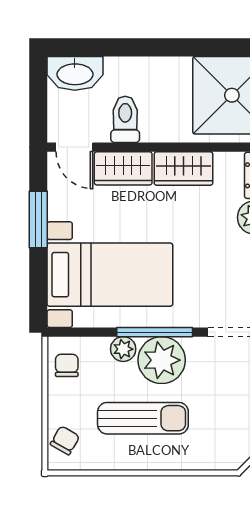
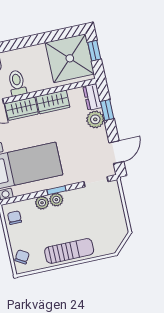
window: (155, 332) -> (57, 190), width x0.46
plant: (162, 360) -> (56, 200), width x0.53, depth x0.53
sun lounger: (143, 418) -> (69, 251), moved

